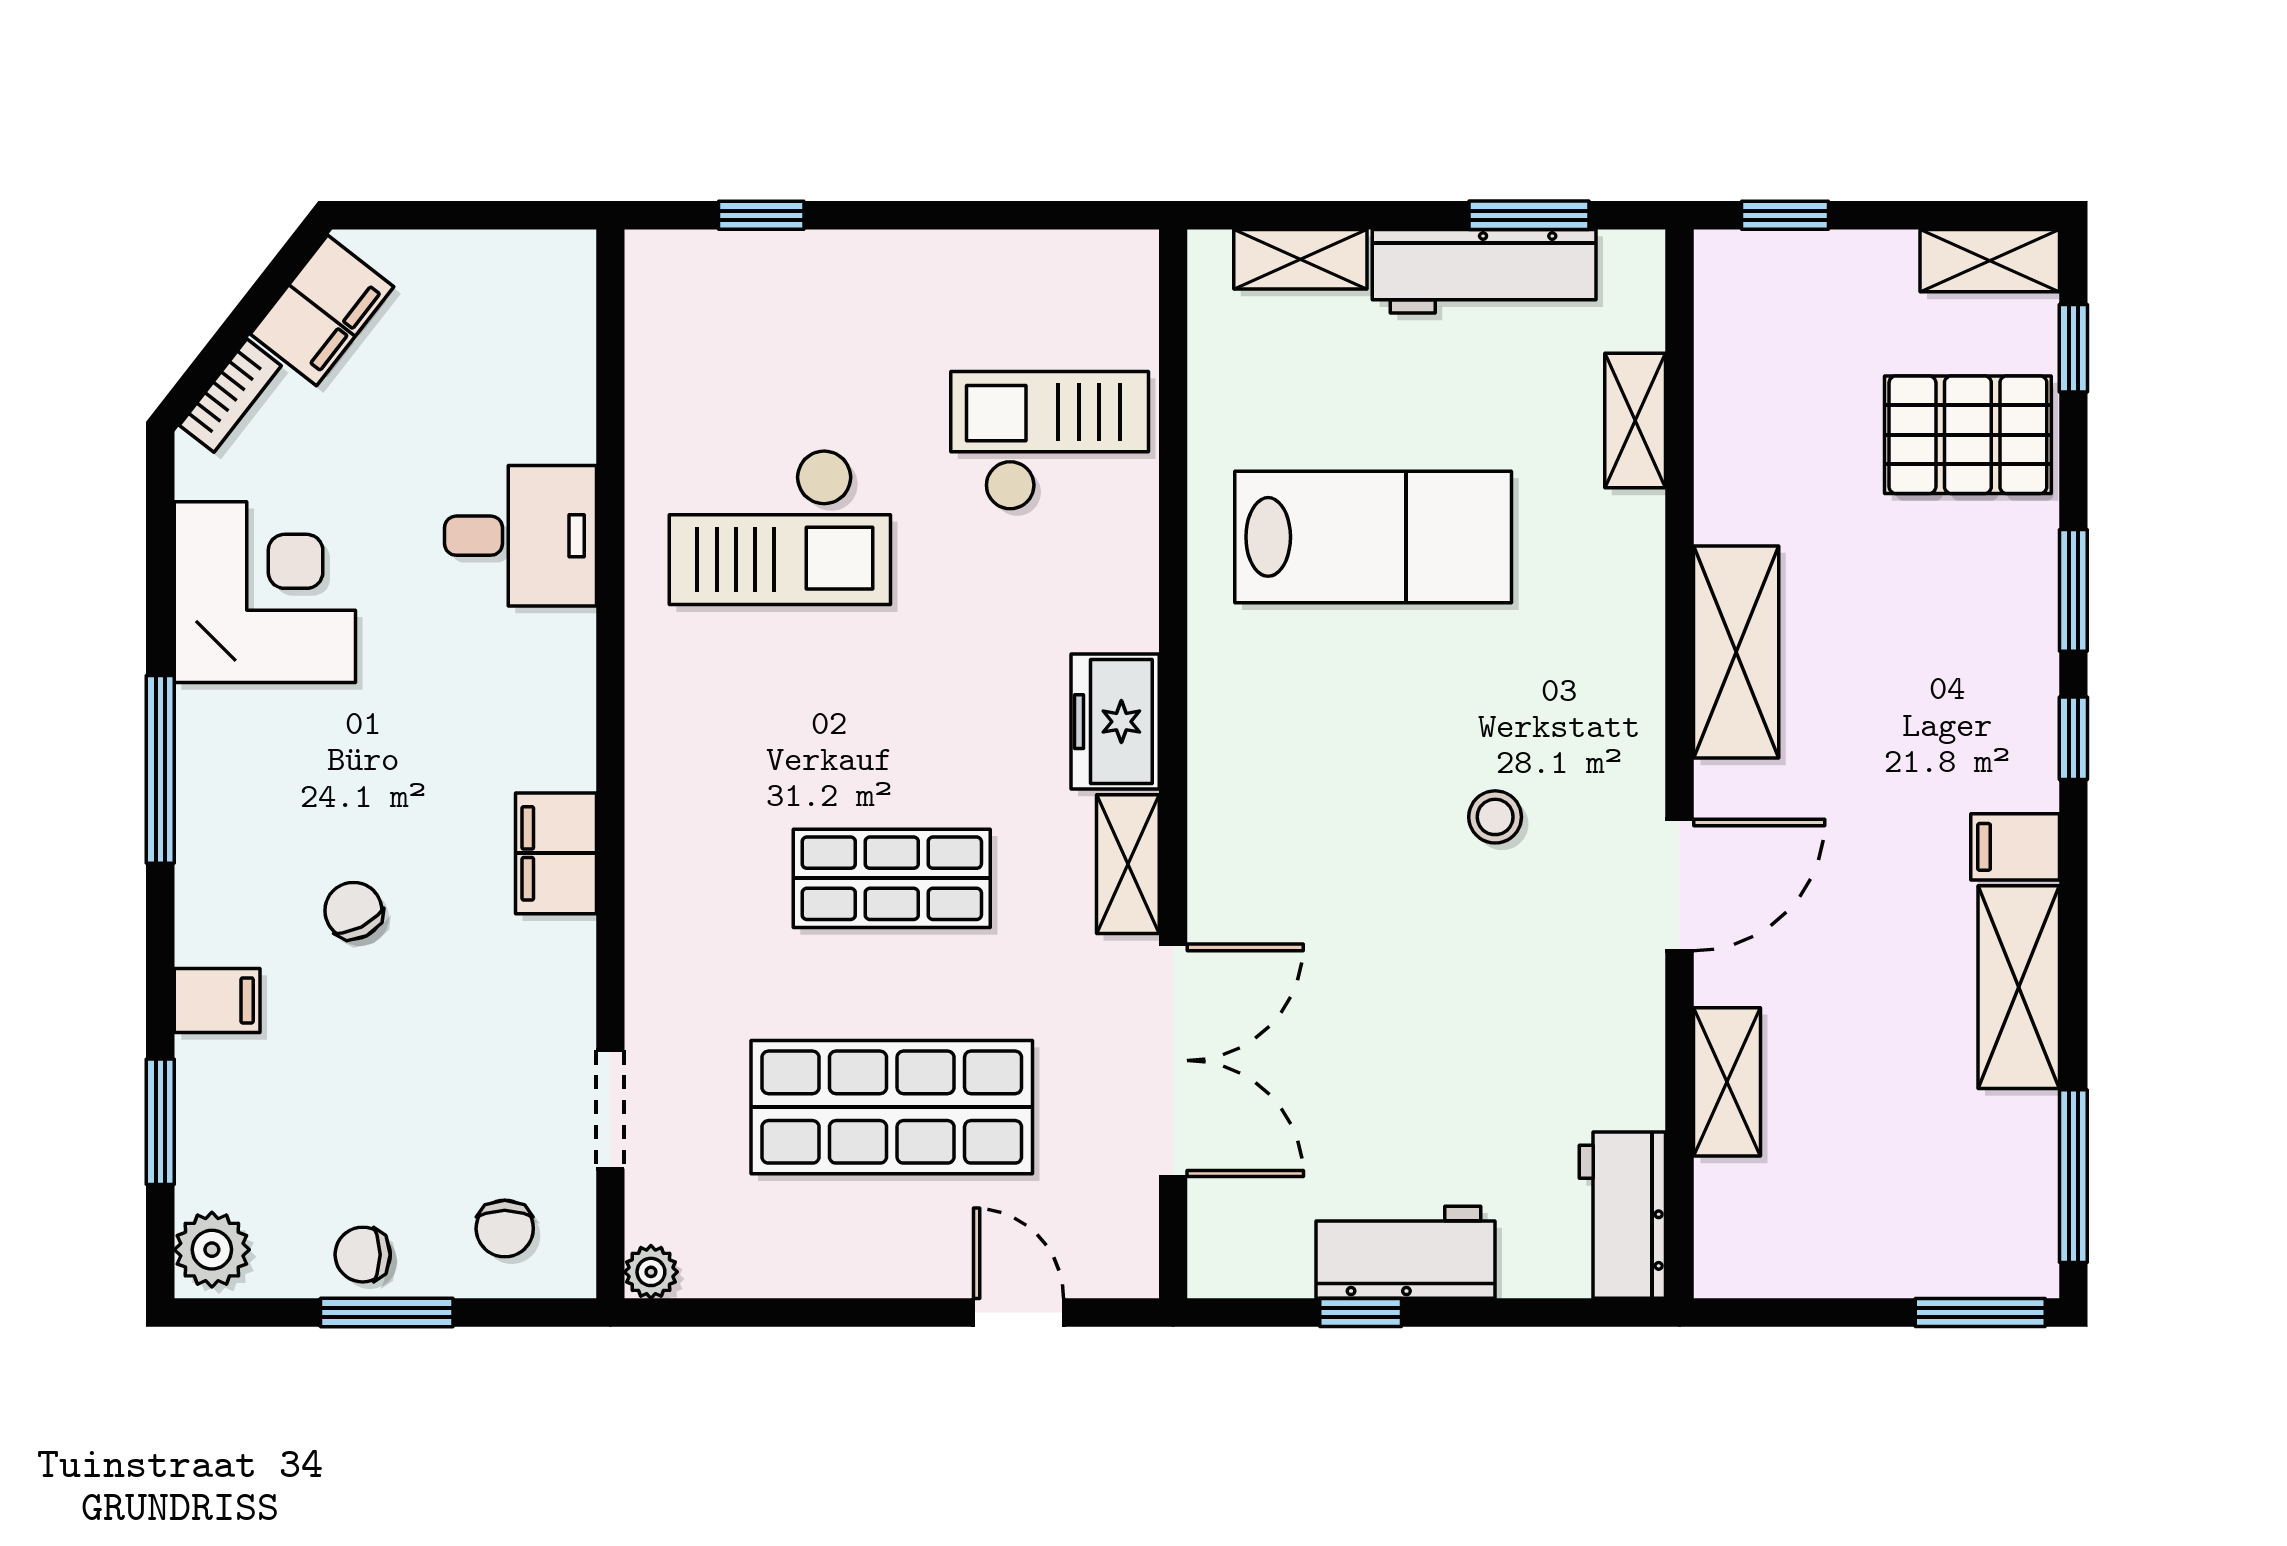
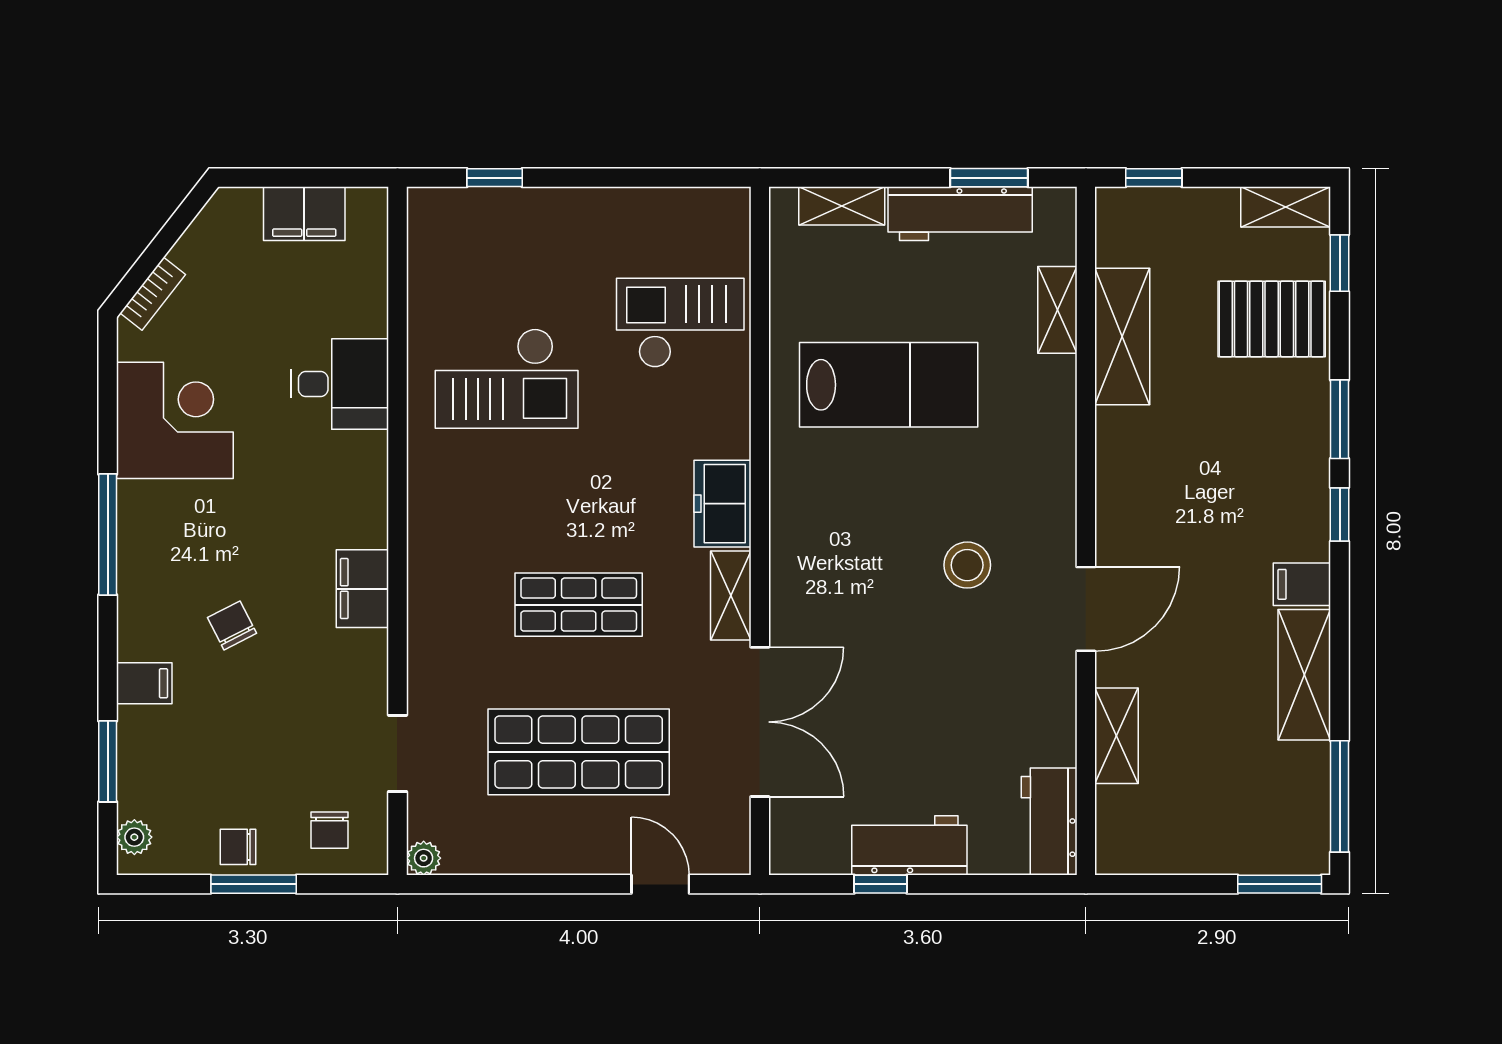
filing cabinet: (322, 310) -> (304, 214), moved, turned 52
shelving: (1736, 652) -> (1122, 336), moved
stool: (1495, 817) -> (967, 565), width x1.37, depth x1.37
plant: (212, 1250) -> (134, 837), width x0.73, depth x0.73

